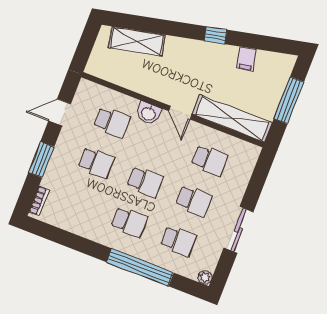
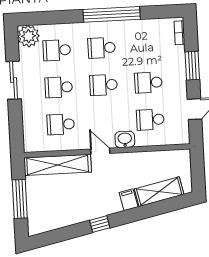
filing cabinet: (246, 59) -> (129, 200), moved
window: (140, 267) -> (112, 14), moved
plant: (205, 277) -> (29, 36), width x1.88, depth x1.88

